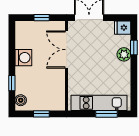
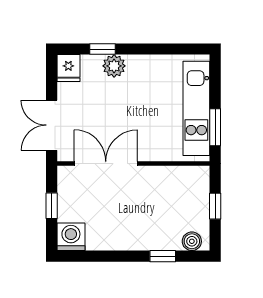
double door: (66, 50) -> (106, 164), swing flipped
washing machine: (23, 58) -> (71, 237), moved
window: (107, 114) -> (215, 127), moved

